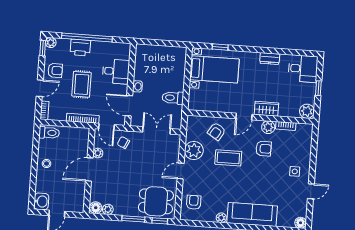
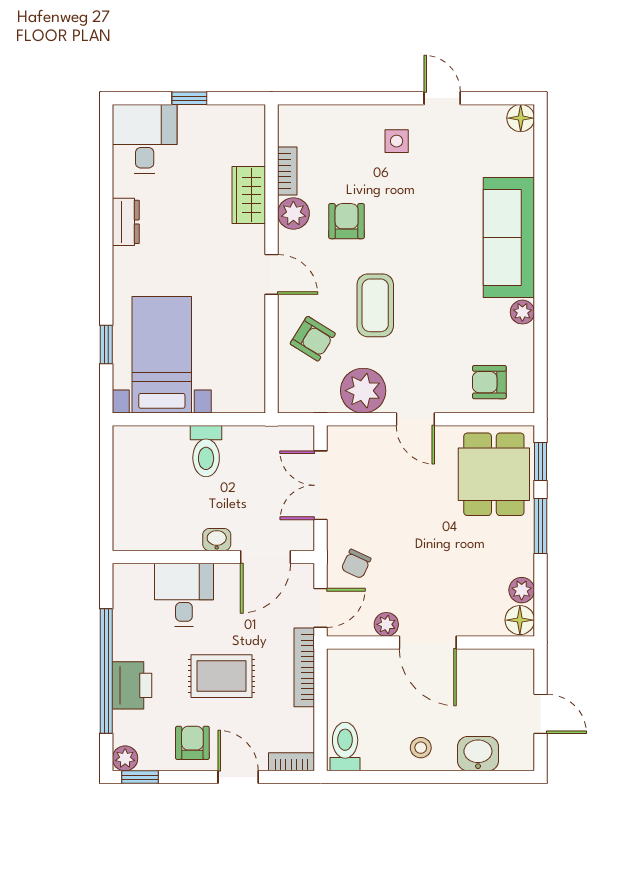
toilet: (173, 98) -> (206, 451), moved
wardrobe: (266, 109) -> (249, 195), moved
plant: (307, 111) -> (248, 122), removed
washbasin: (41, 201) -> (478, 754), moved

